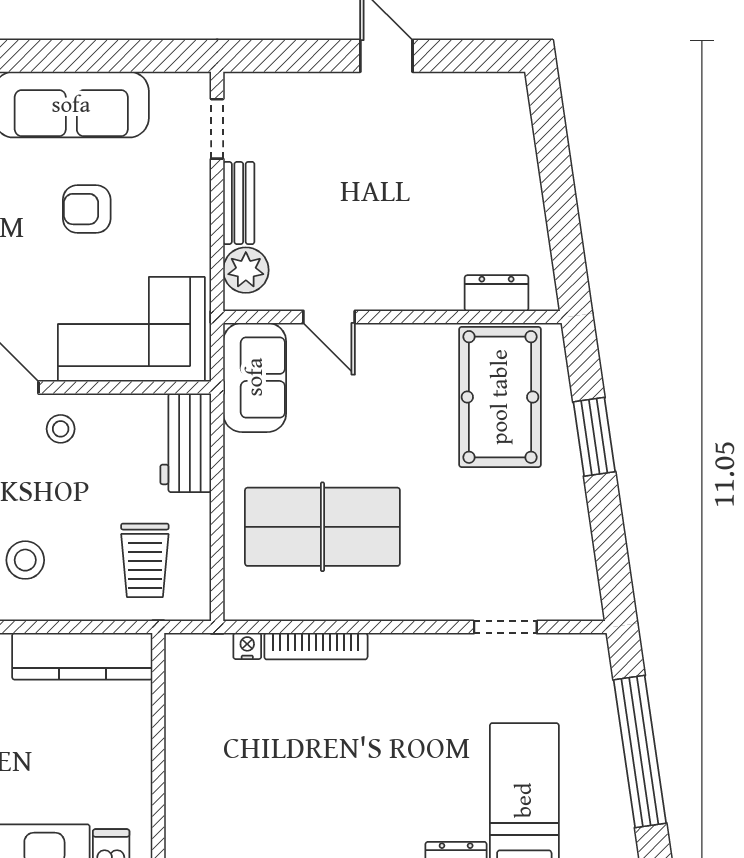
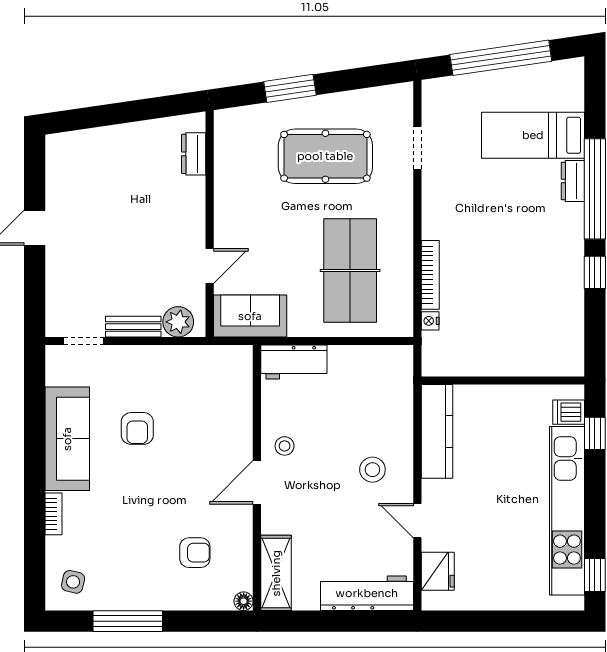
corner sofa: (131, 329) -> (218, 399), removed
pool table: (500, 397) -> (325, 156), moved
trolley: (145, 560) -> (373, 389), removed

